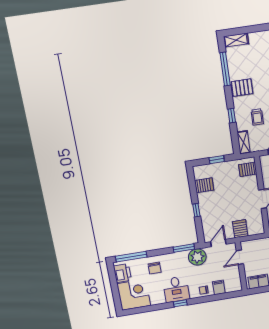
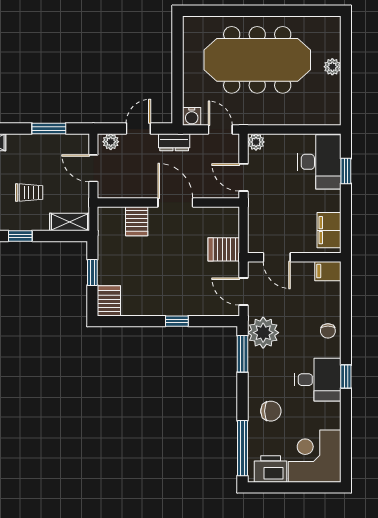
server rack: (248, 169) -> (137, 221), moved
server rack: (204, 185) -> (109, 301), moved
filing cabinet: (219, 287) -> (328, 271), moved

